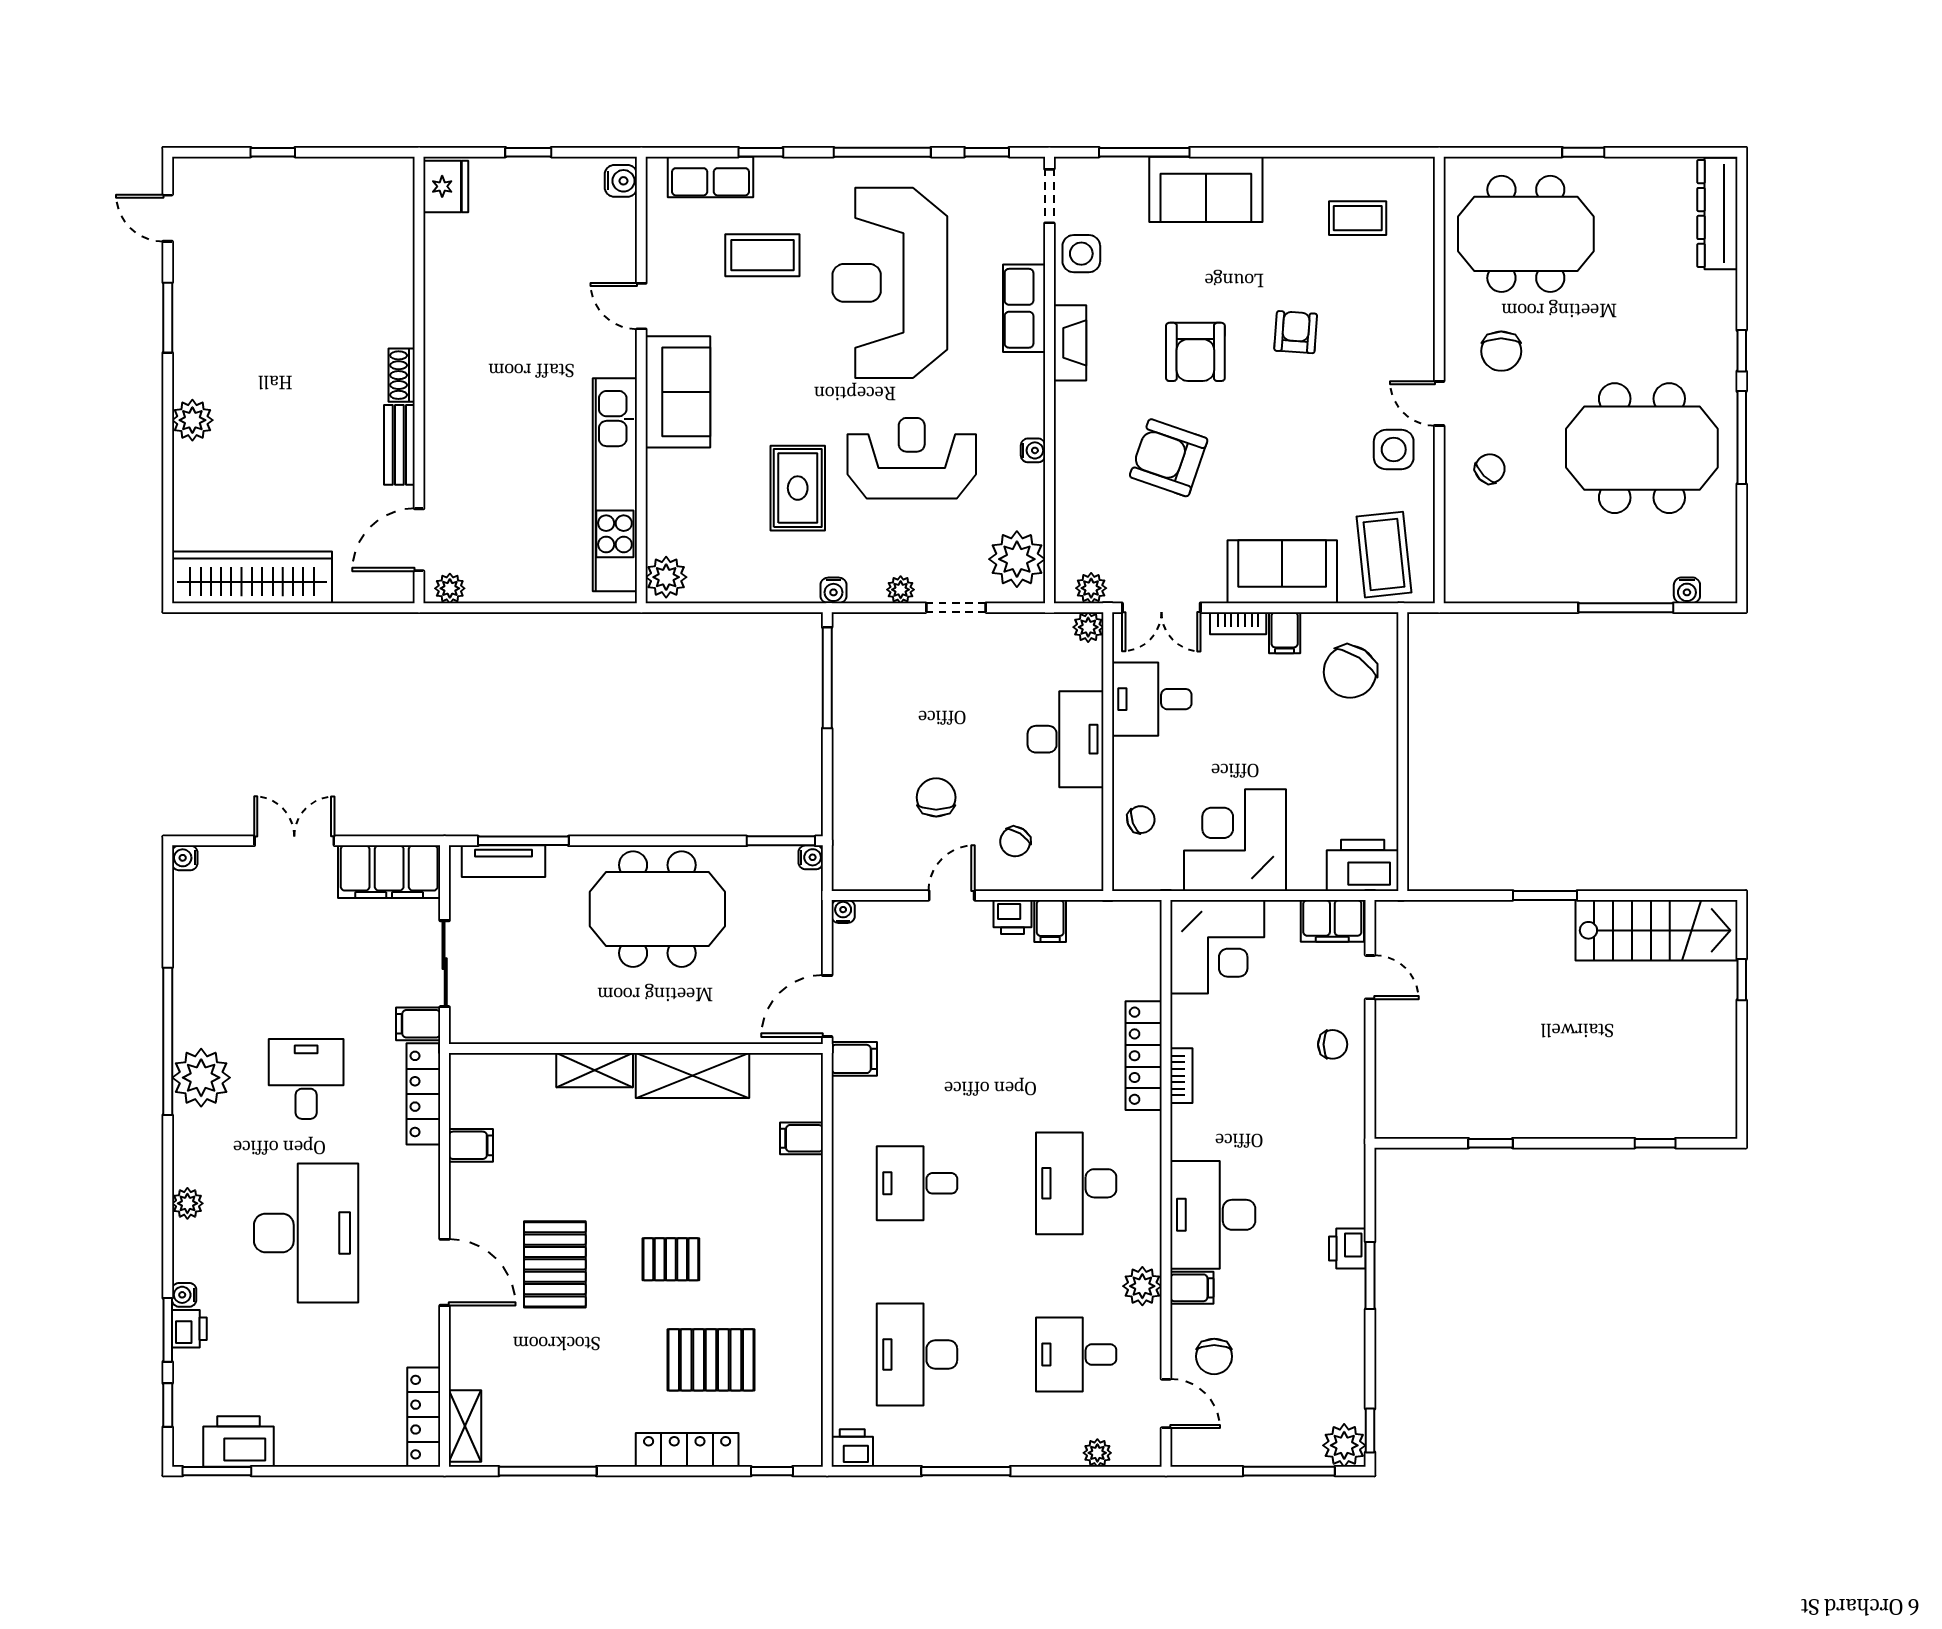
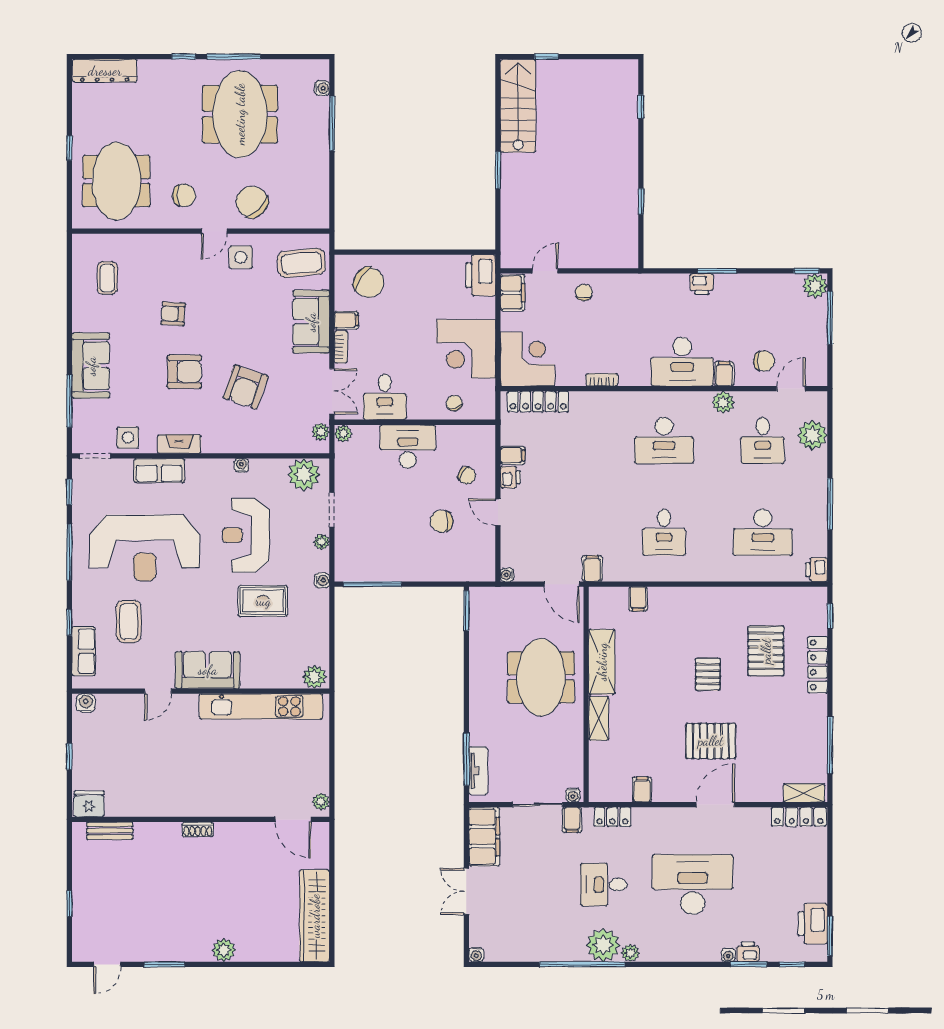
bench: (399, 445) -> (110, 831), moved
chair: (1490, 469) -> (252, 202), width x1.87, depth x1.87
water cooler: (811, 857) -> (573, 795), moved, turned 180
meeting table: (657, 909) -> (541, 677), moved
locker: (1144, 1056) -> (538, 402), moved
locker: (423, 1094) -> (612, 817), width x0.66
plant: (187, 1203) -> (630, 953), moved
plant: (1097, 1453) -> (812, 435), width x1.87, depth x1.87

